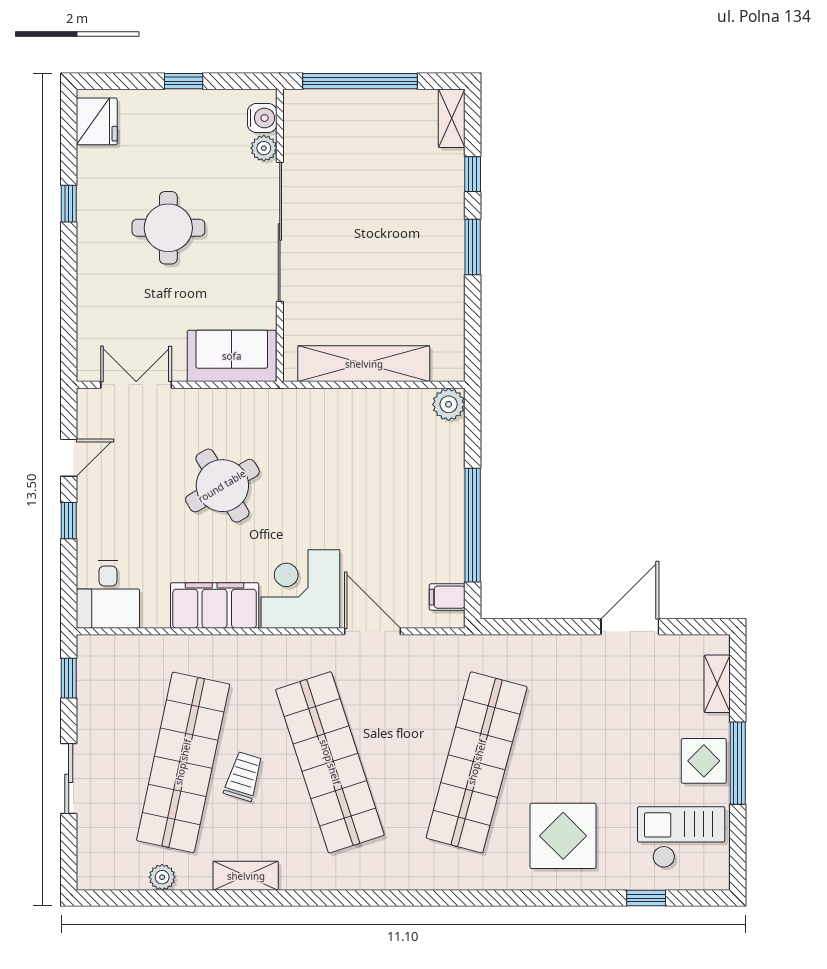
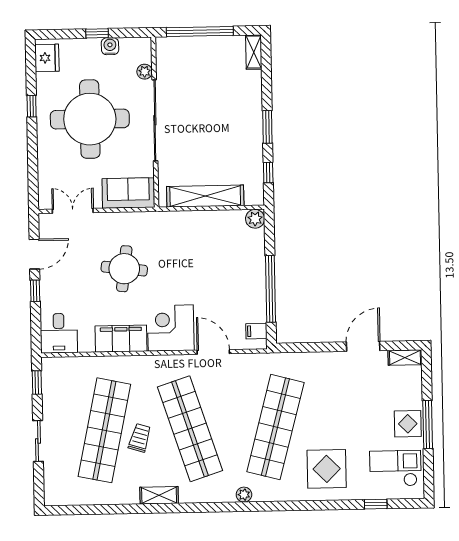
water cooler: (262, 118) -> (110, 46), moved, turned -90
window: (473, 174) -> (268, 173), moved
round table: (168, 228) -> (90, 119), width x1.86, depth x1.86
door: (69, 458) -> (34, 254), width x1.37
round table: (222, 486) -> (124, 269), turned 38
shelving: (717, 684) -> (405, 358), moved, turned 90
shelving: (246, 876) -> (159, 495), moved
plant: (162, 877) -> (244, 495), moved

